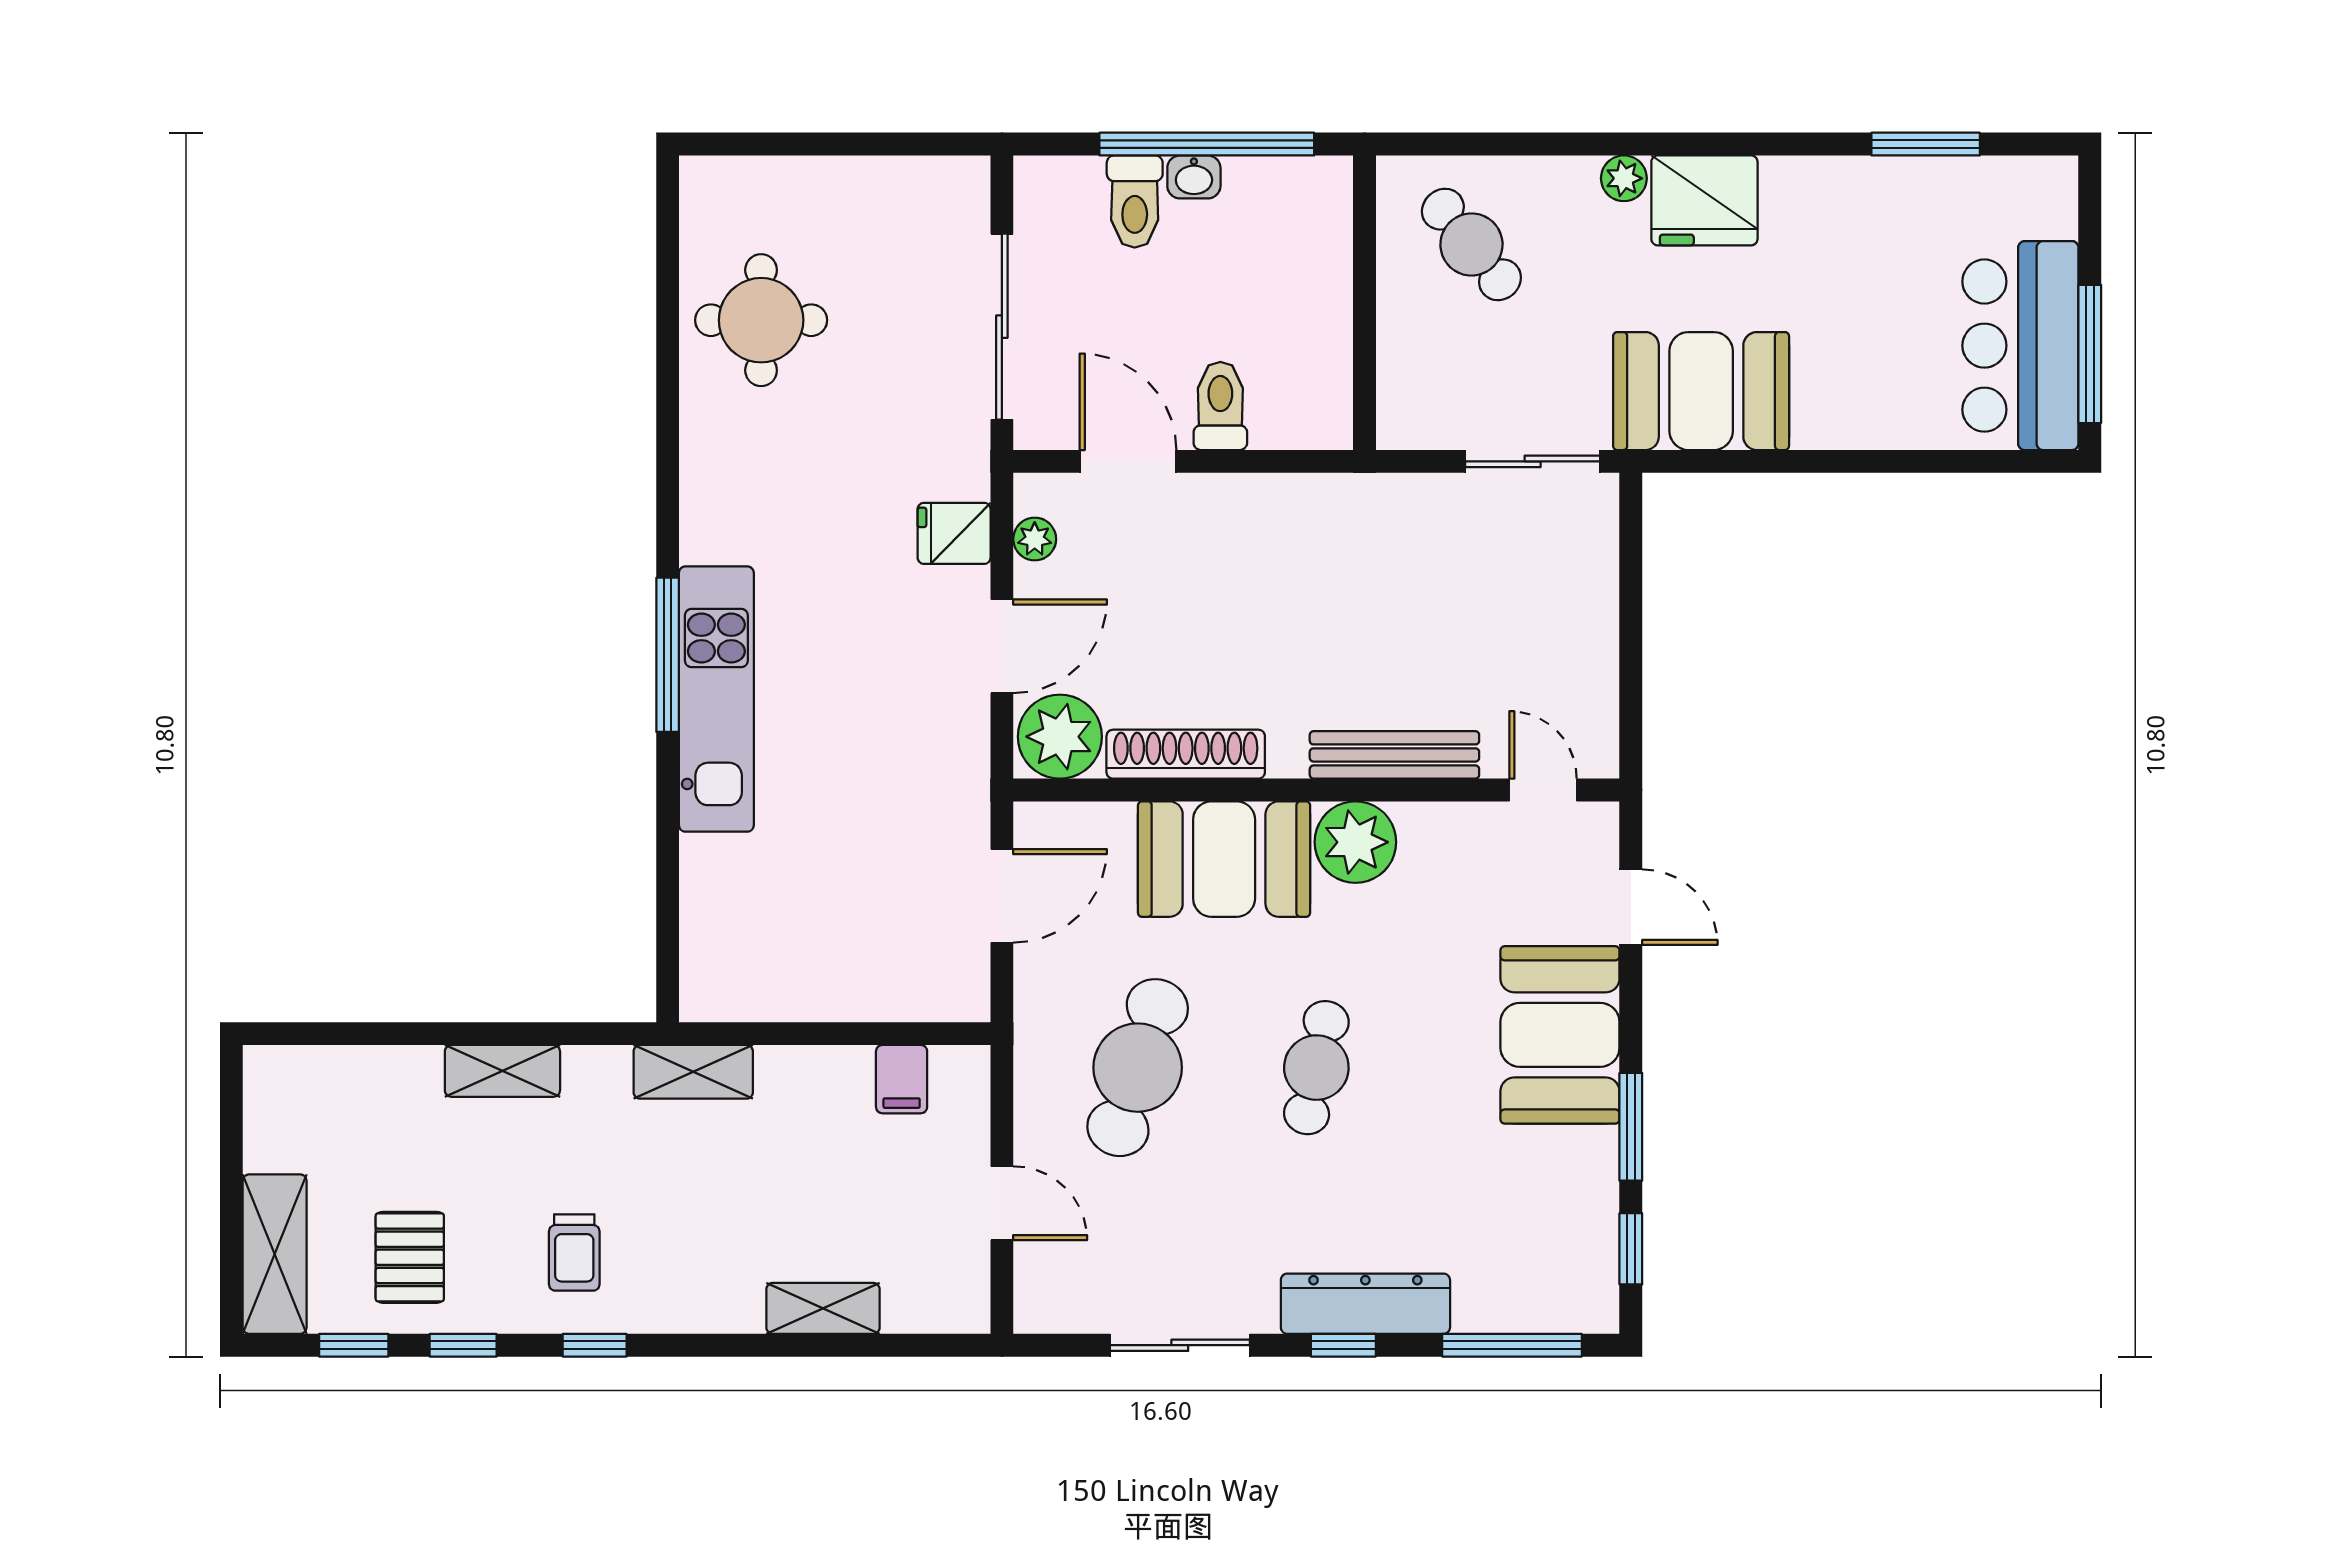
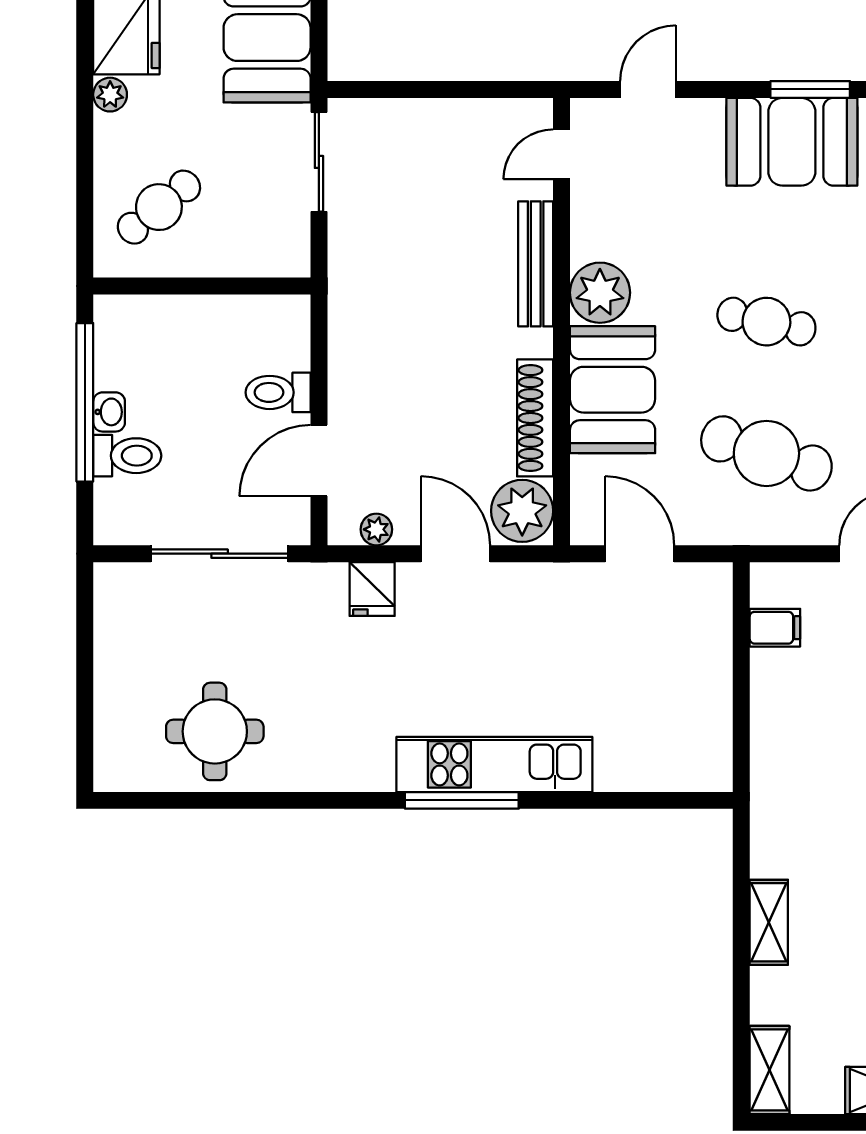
booth: (1560, 1035) -> (792, 142), moved
shelving: (693, 1072) -> (770, 1070), moved

